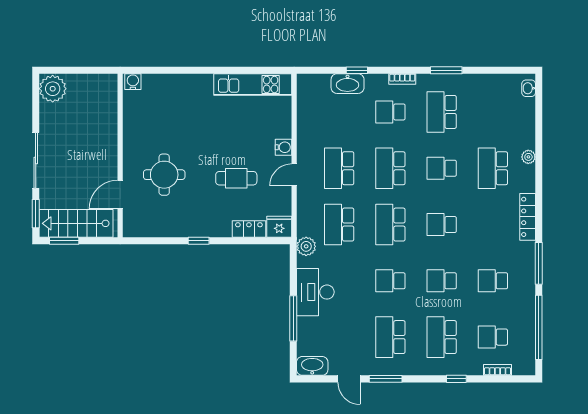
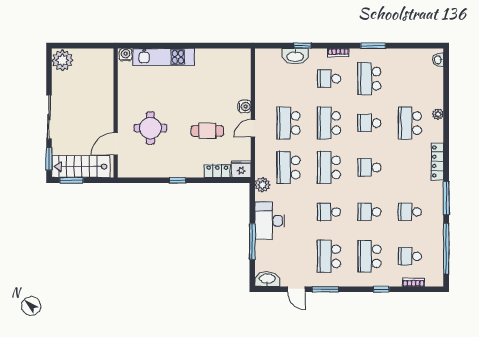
kitchen unit: (253, 85) -> (164, 57), moved

